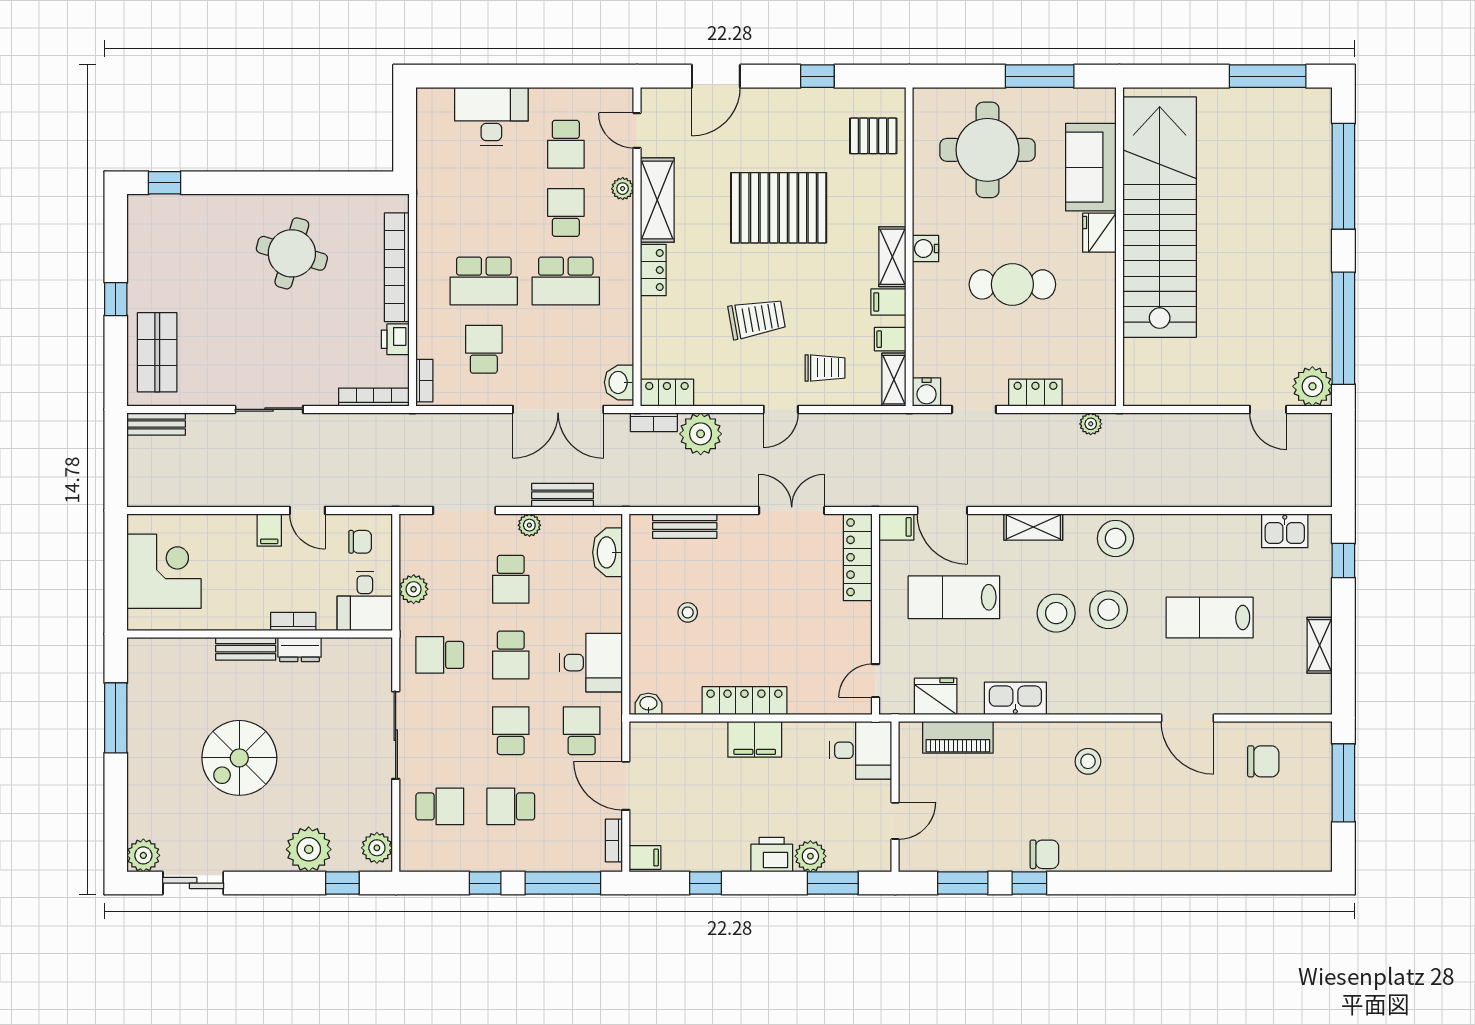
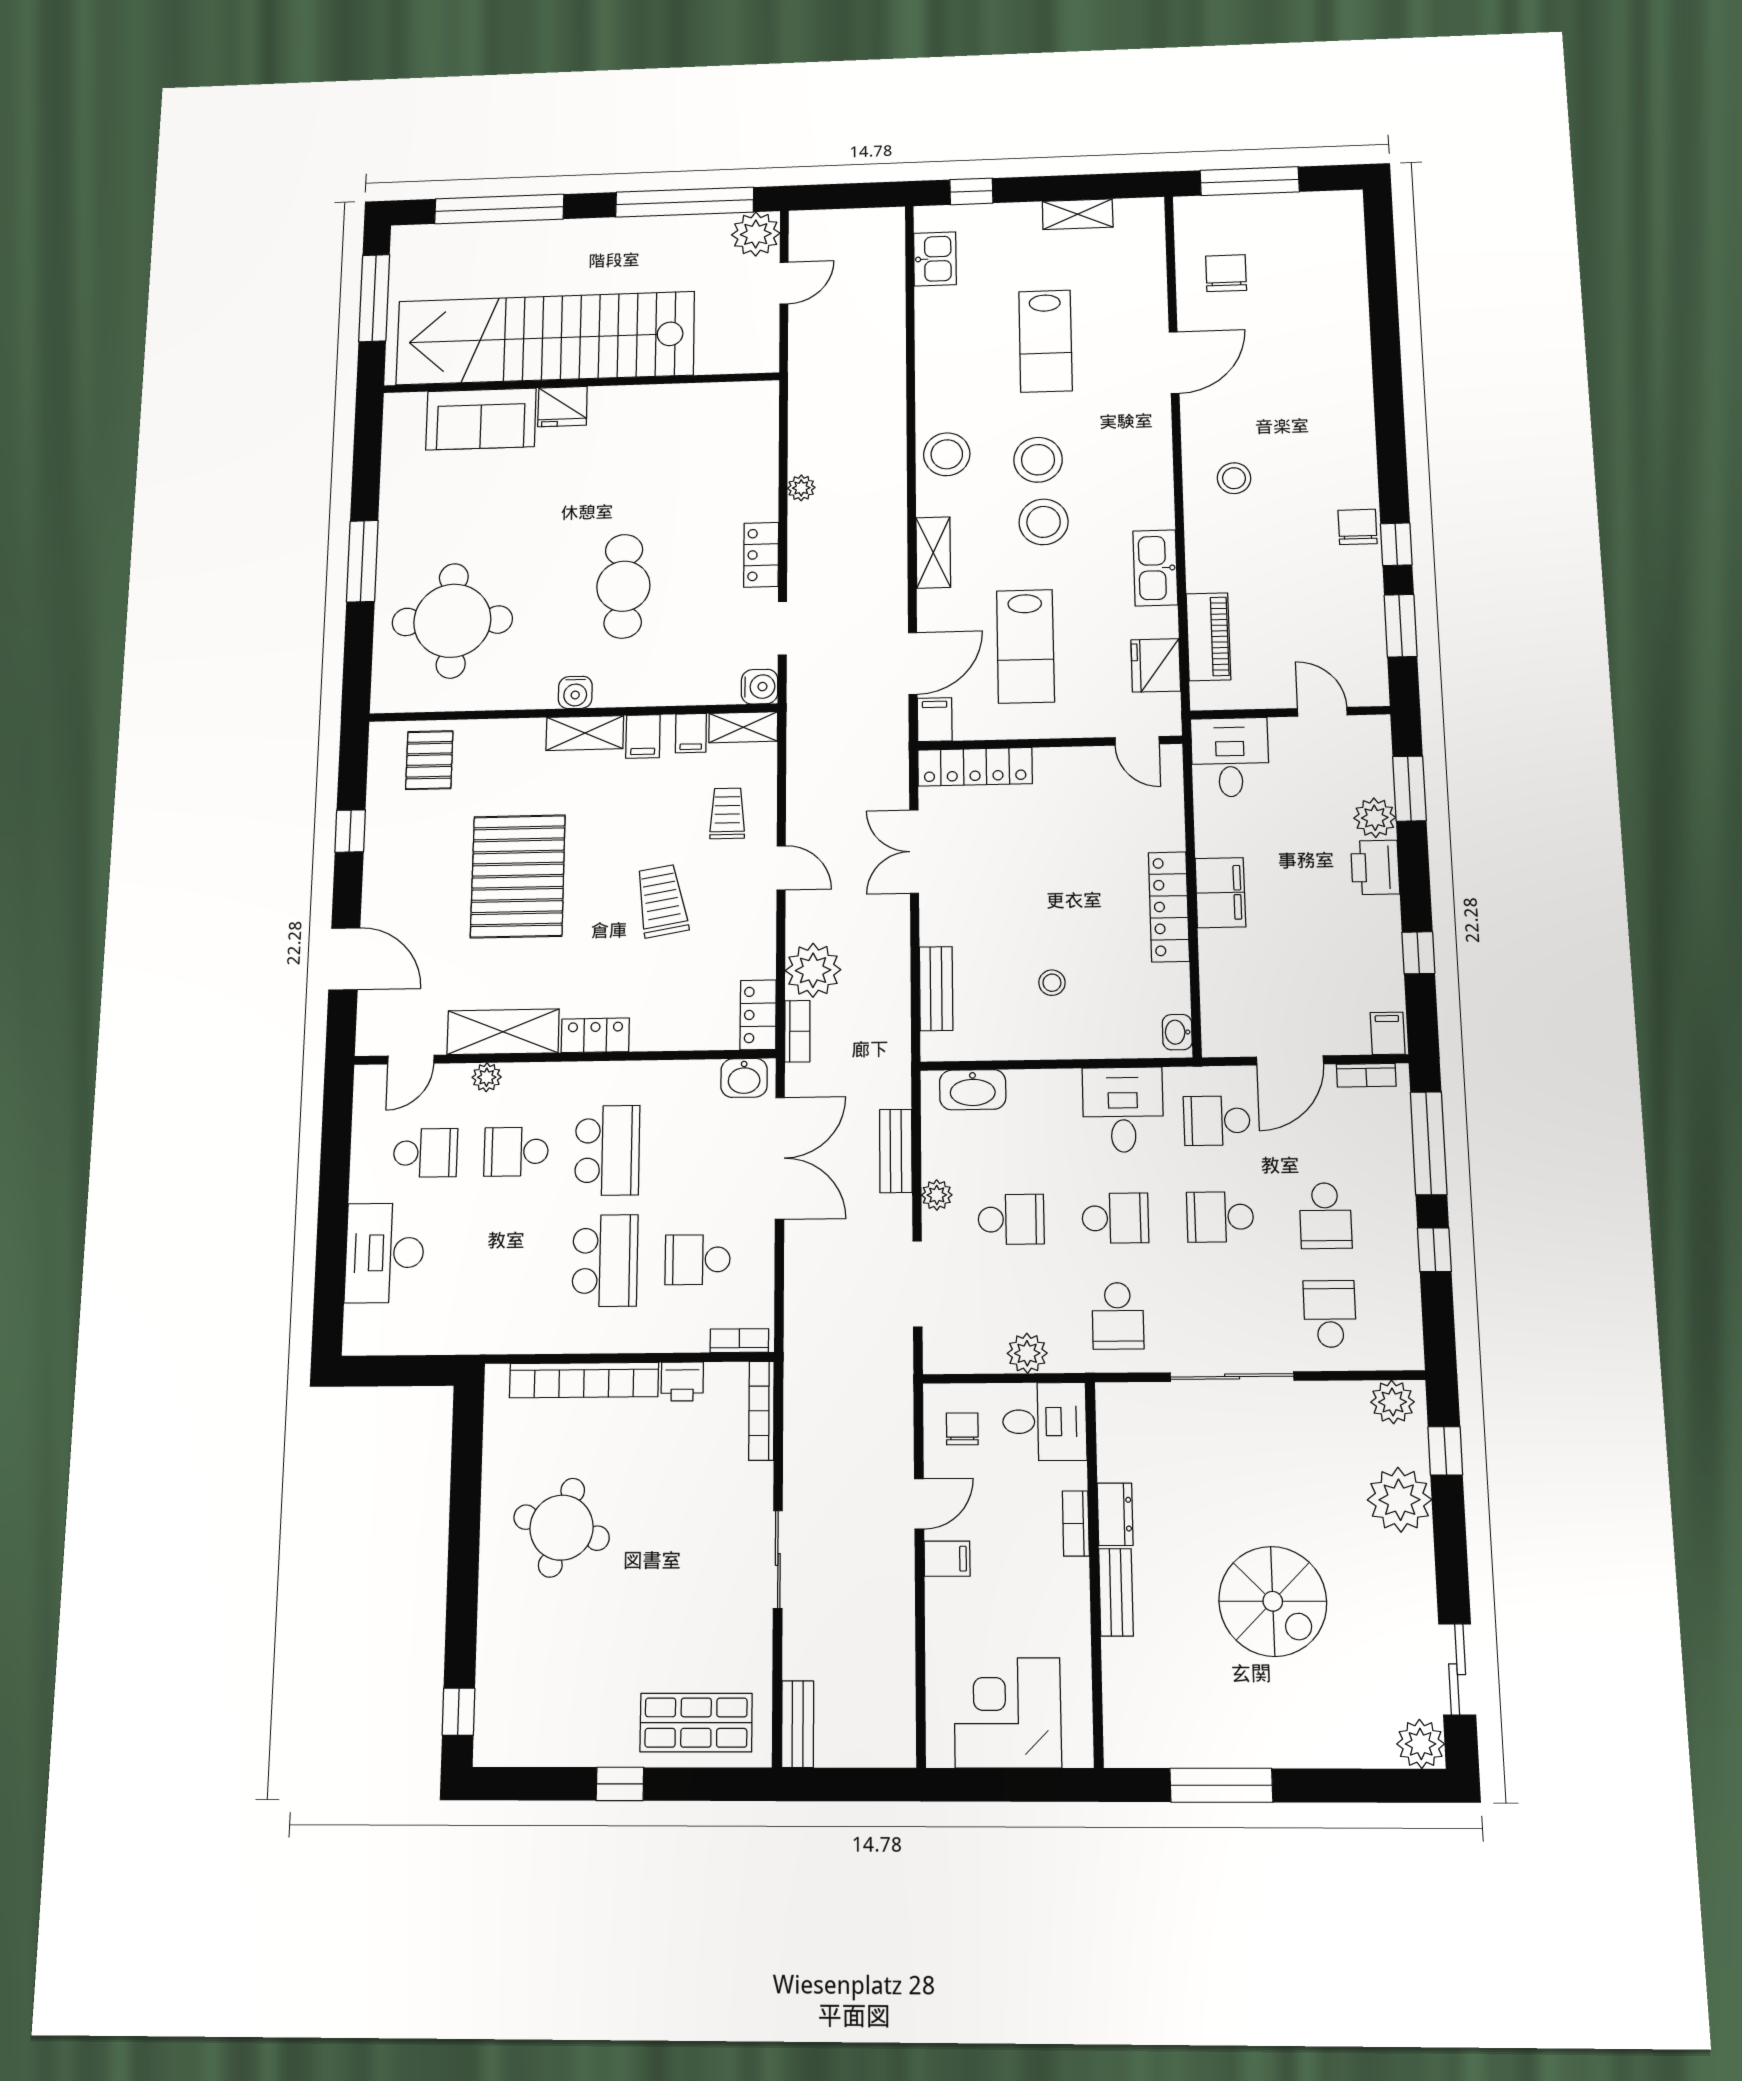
sofa: (1091, 167) -> (481, 419), moved
stairs: (1160, 217) -> (545, 338), moved
fridge: (1099, 233) -> (563, 407), moved
wall: (1120, 247) -> (581, 383), moved

